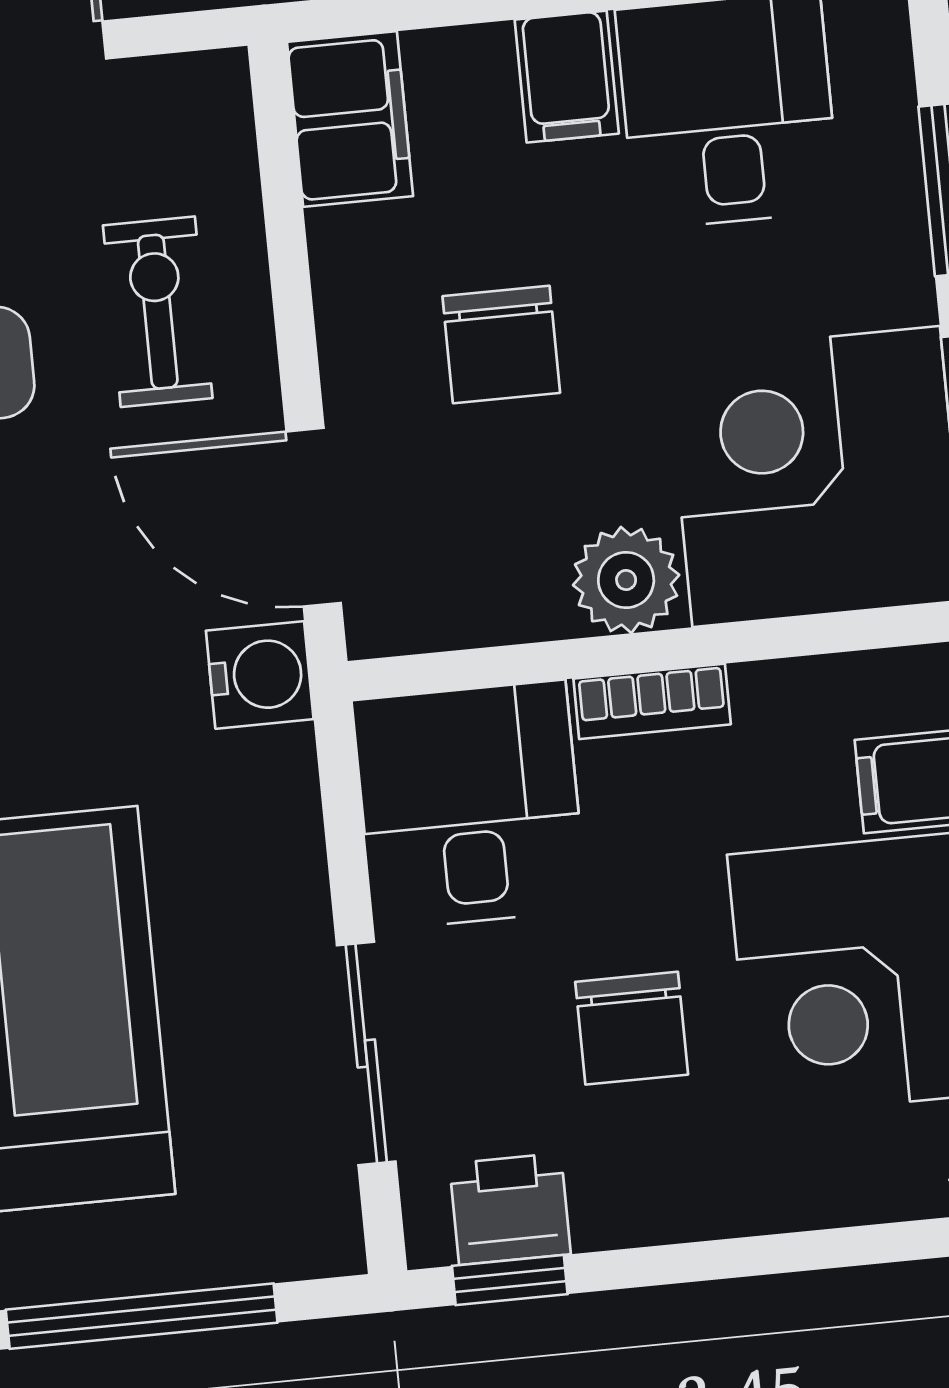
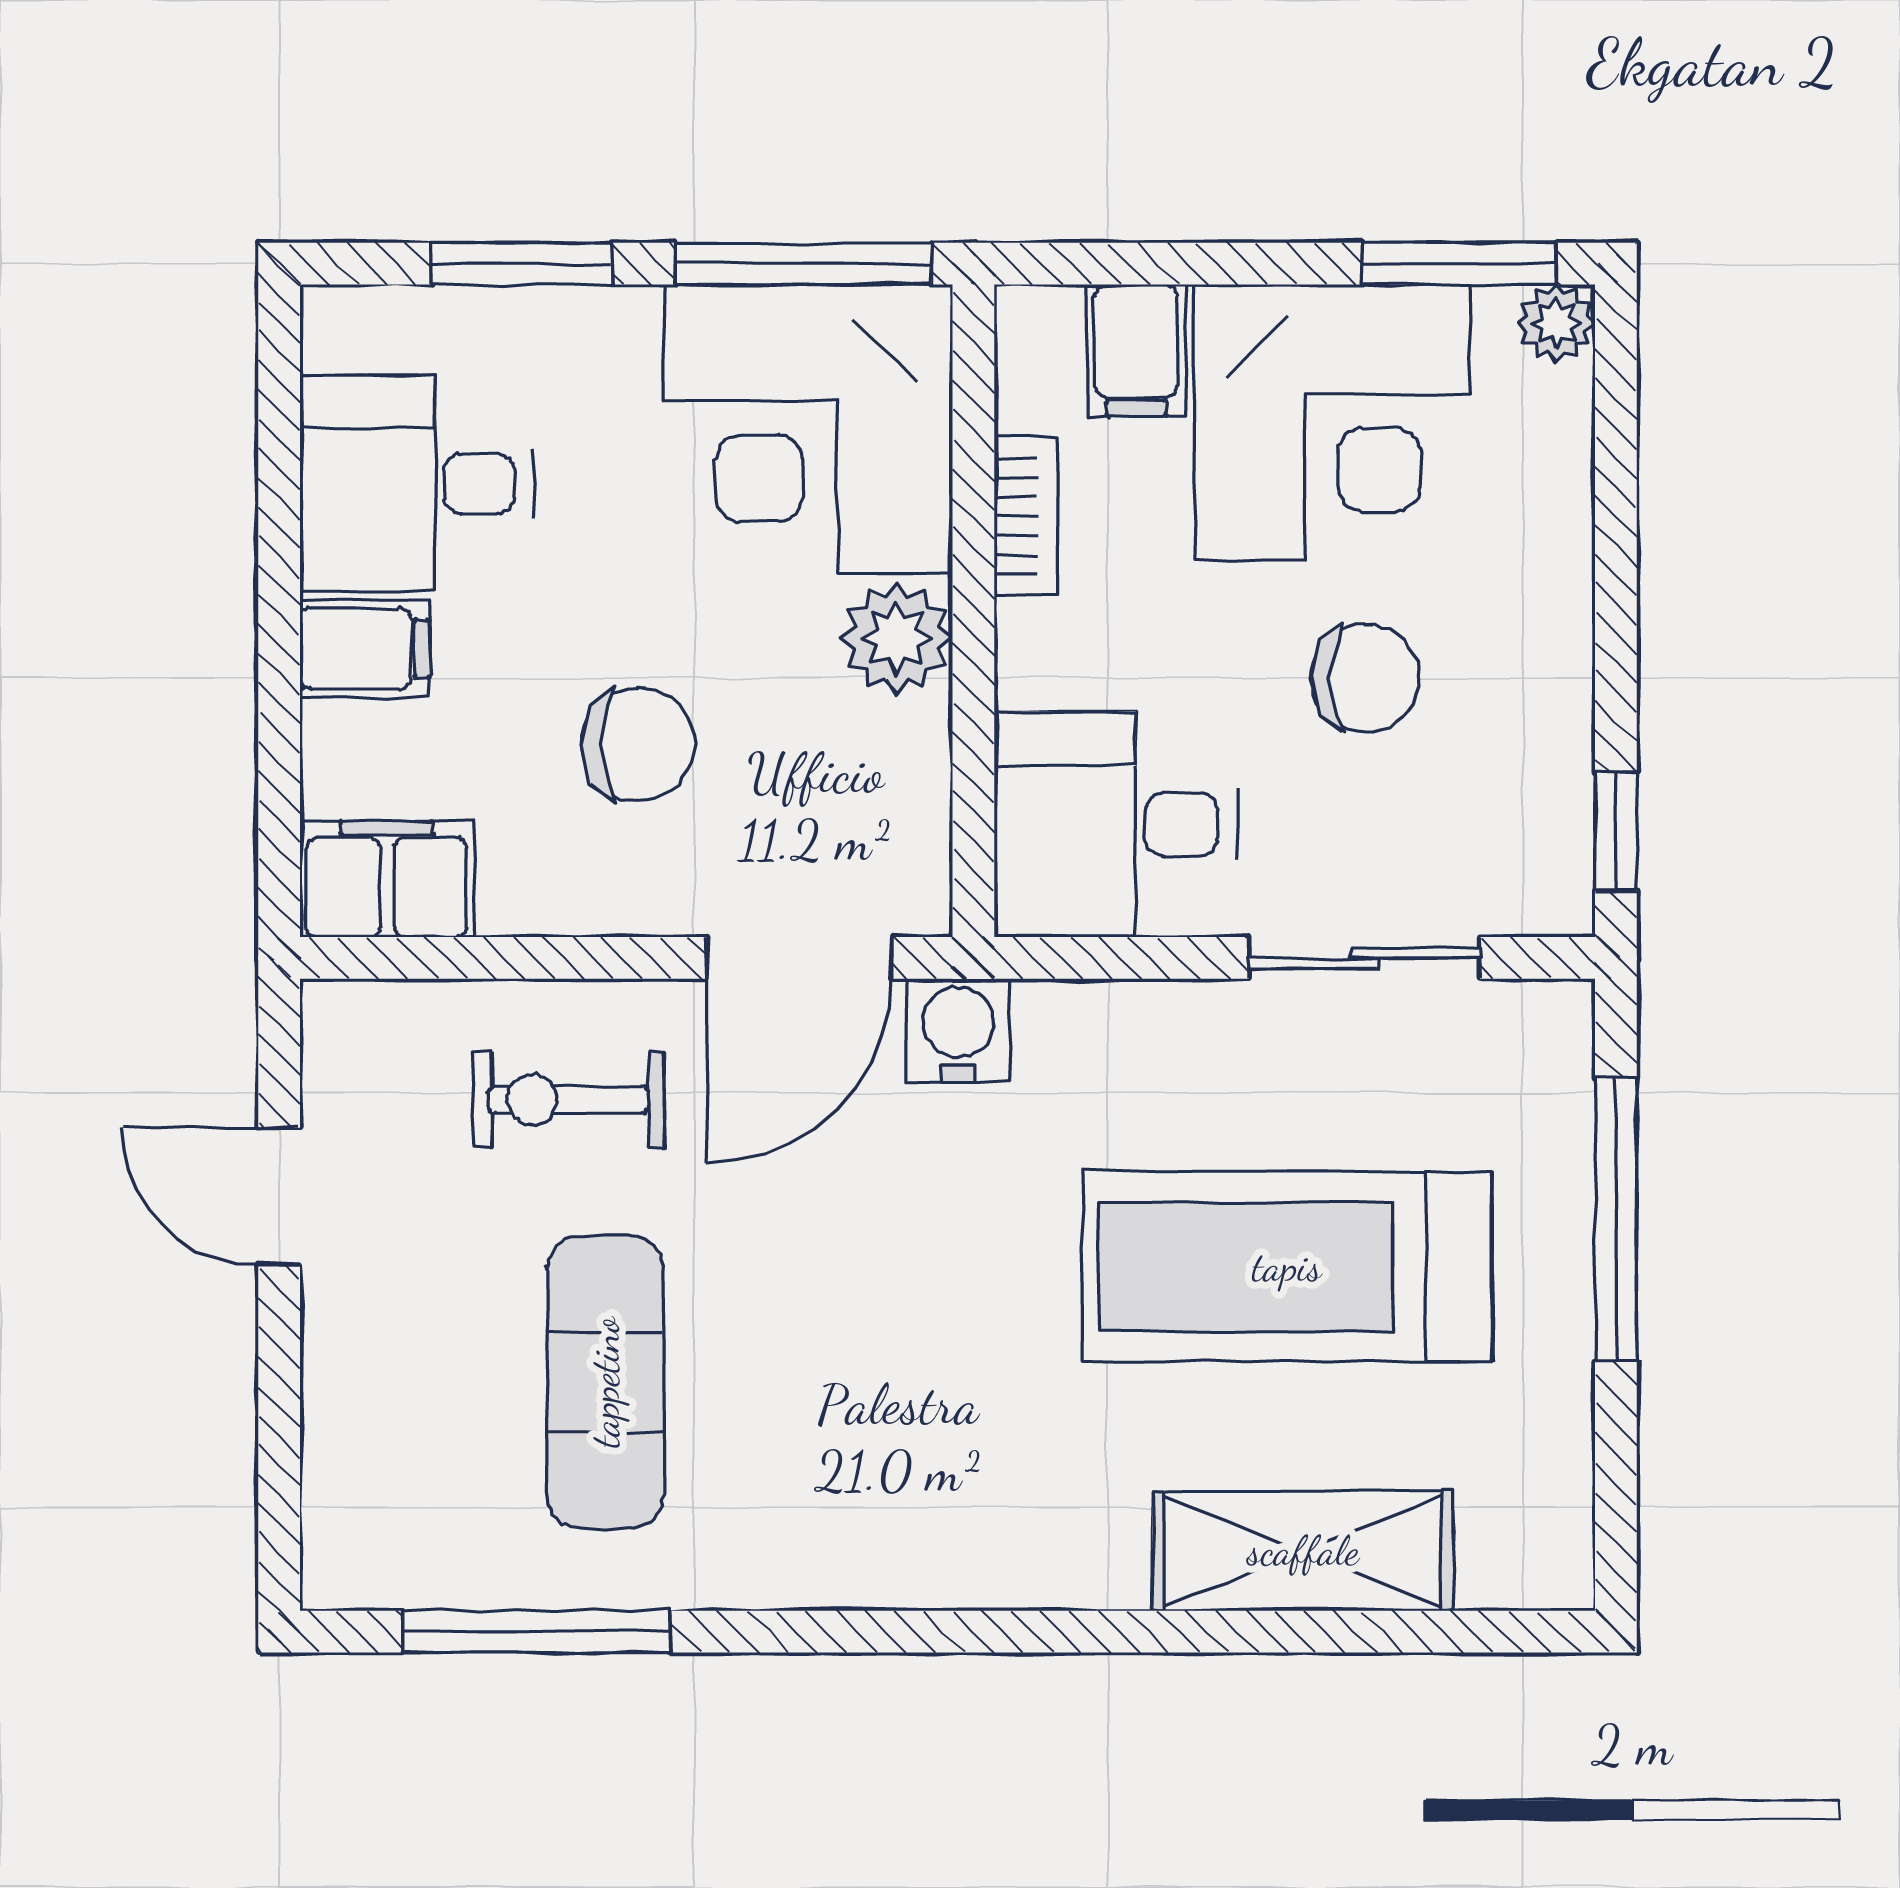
bookcase: (652, 701) -> (1026, 516), moved
printer: (510, 1209) -> (1542, 824), removed

